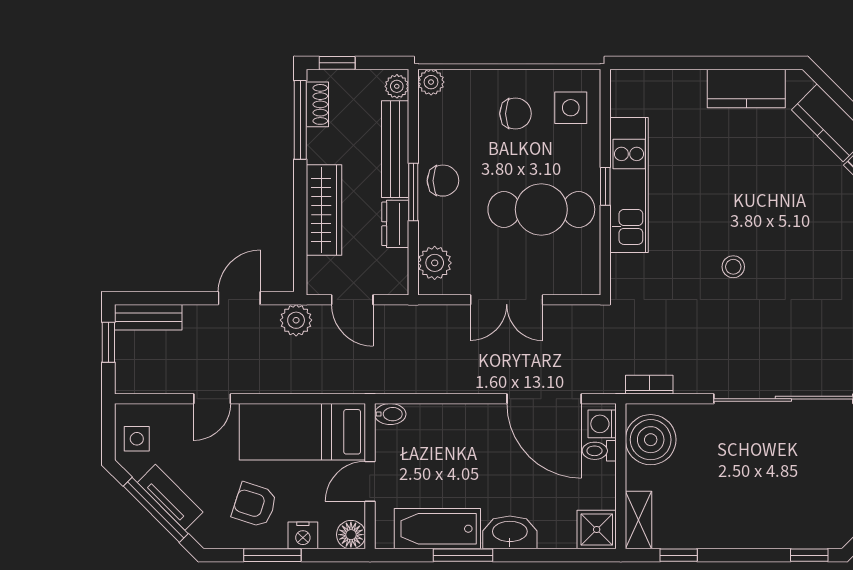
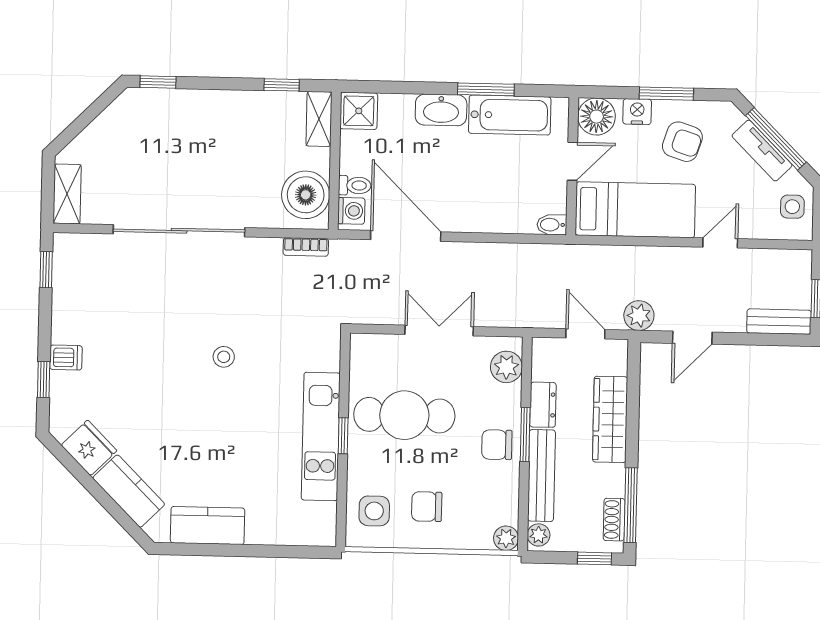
floor lamp: (351, 535) -> (597, 117), width x1.38, depth x1.38

